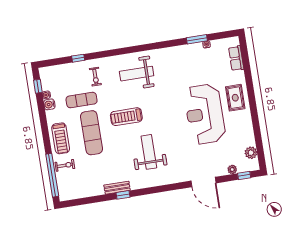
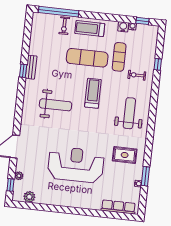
row of seats: (236, 58) -> (118, 207), width x1.48
rug: (235, 98) -> (125, 155), moved

